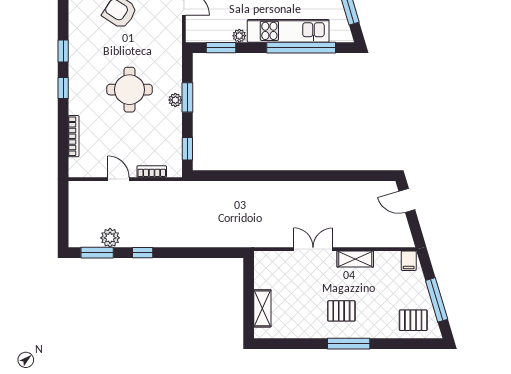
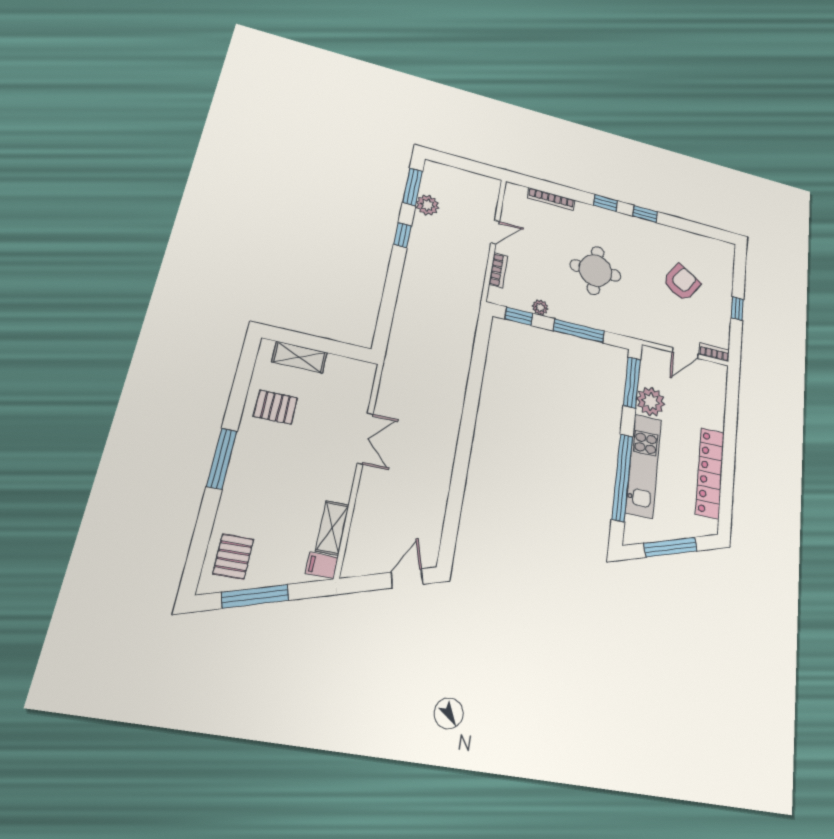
plant: (239, 36) -> (651, 401), width x1.88, depth x1.88
window: (221, 48) -> (632, 382), width x1.44
window: (187, 97) -> (579, 331), width x1.44
plant: (175, 100) -> (540, 308), moved
shelving: (355, 259) -> (332, 528), moved
pallet: (341, 311) -> (276, 407), moved, turned 90

